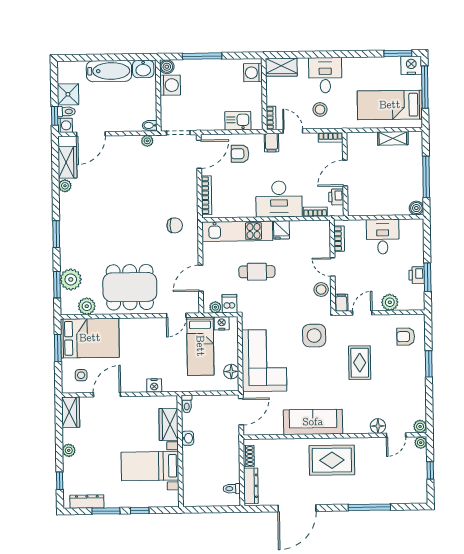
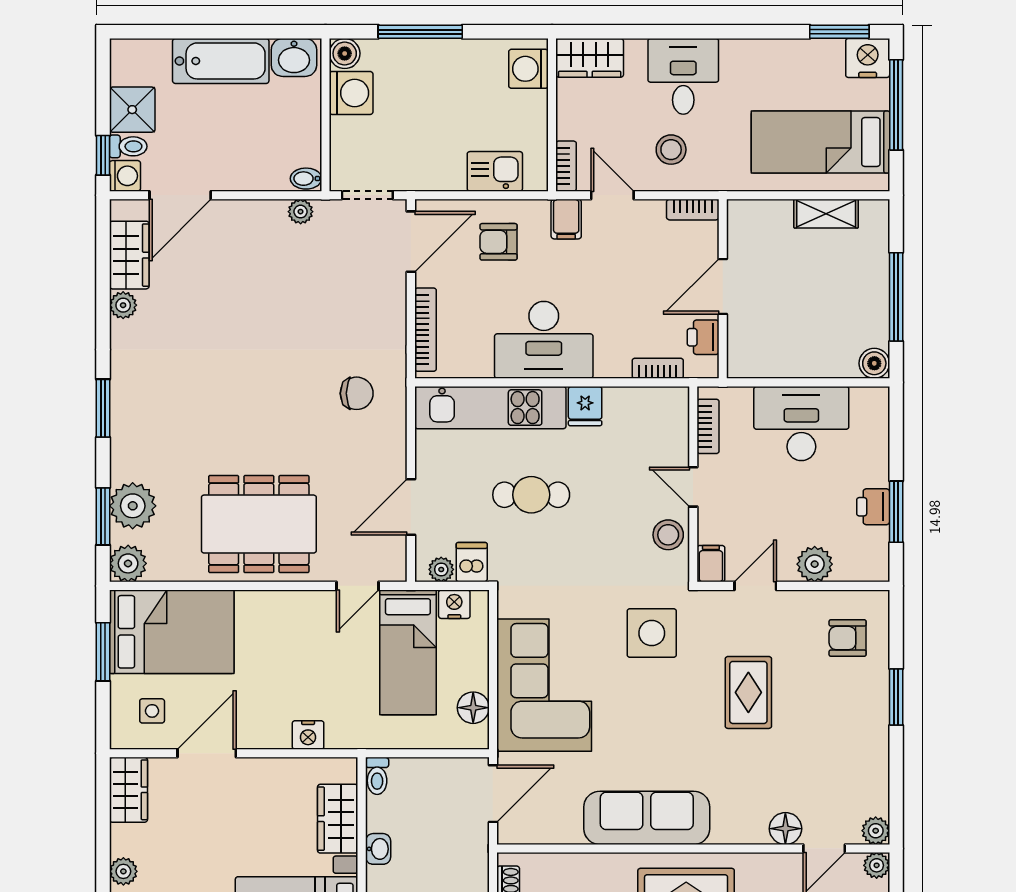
desk: (279, 199) -> (544, 340), moved
desk: (383, 237) -> (801, 424), width x1.37
plant: (87, 306) -> (128, 563), moved

